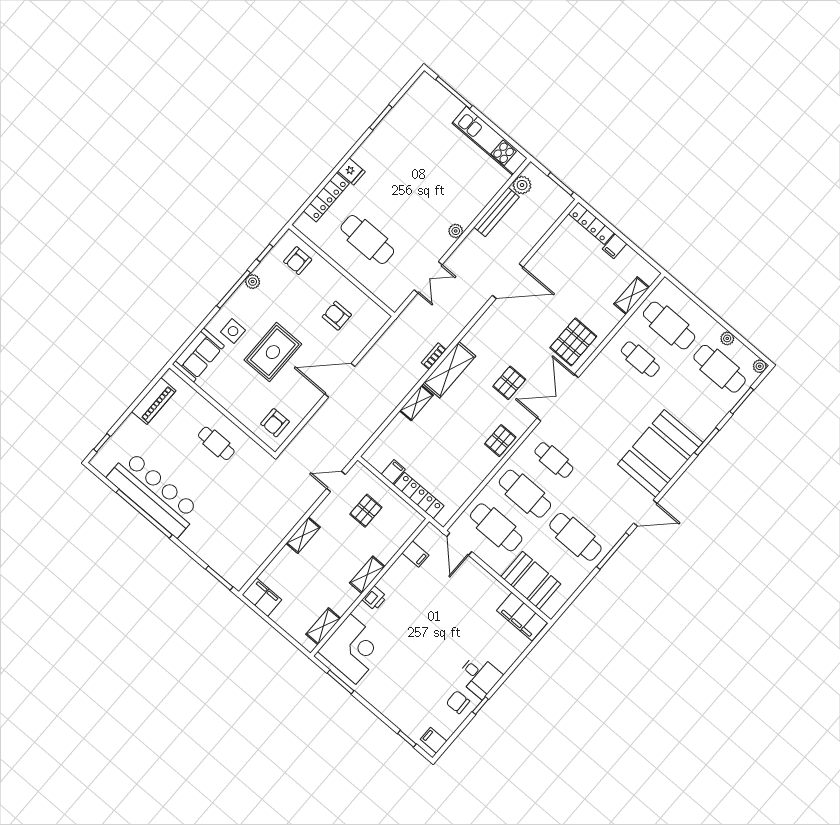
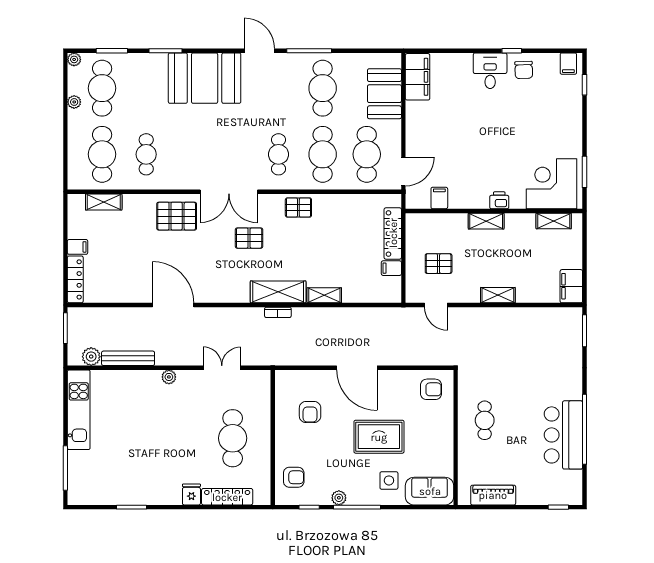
bar counter: (154, 494) -> (563, 435), width x0.73

